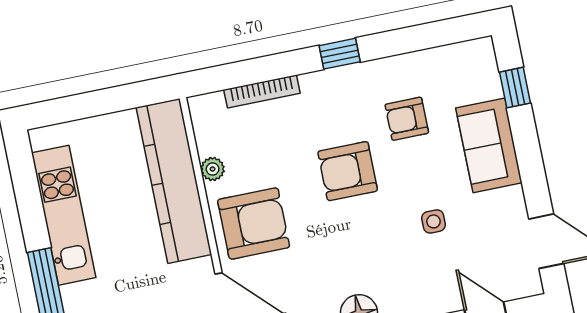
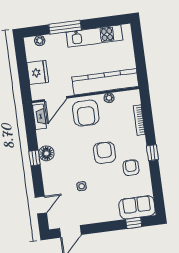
armchair: (407, 119) -> (131, 168), moved
sofa: (489, 145) -> (137, 207), moved

